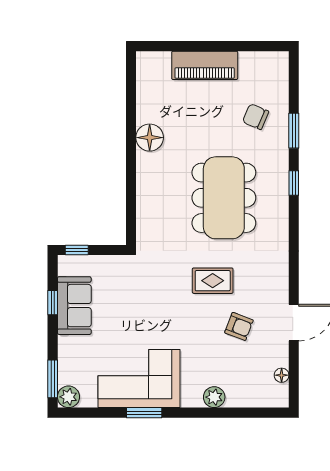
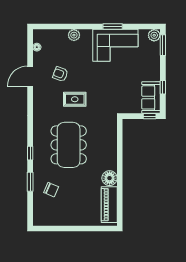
piano: (205, 65) -> (109, 205), moved, turned -90
sofa: (74, 306) -> (151, 97), moved

